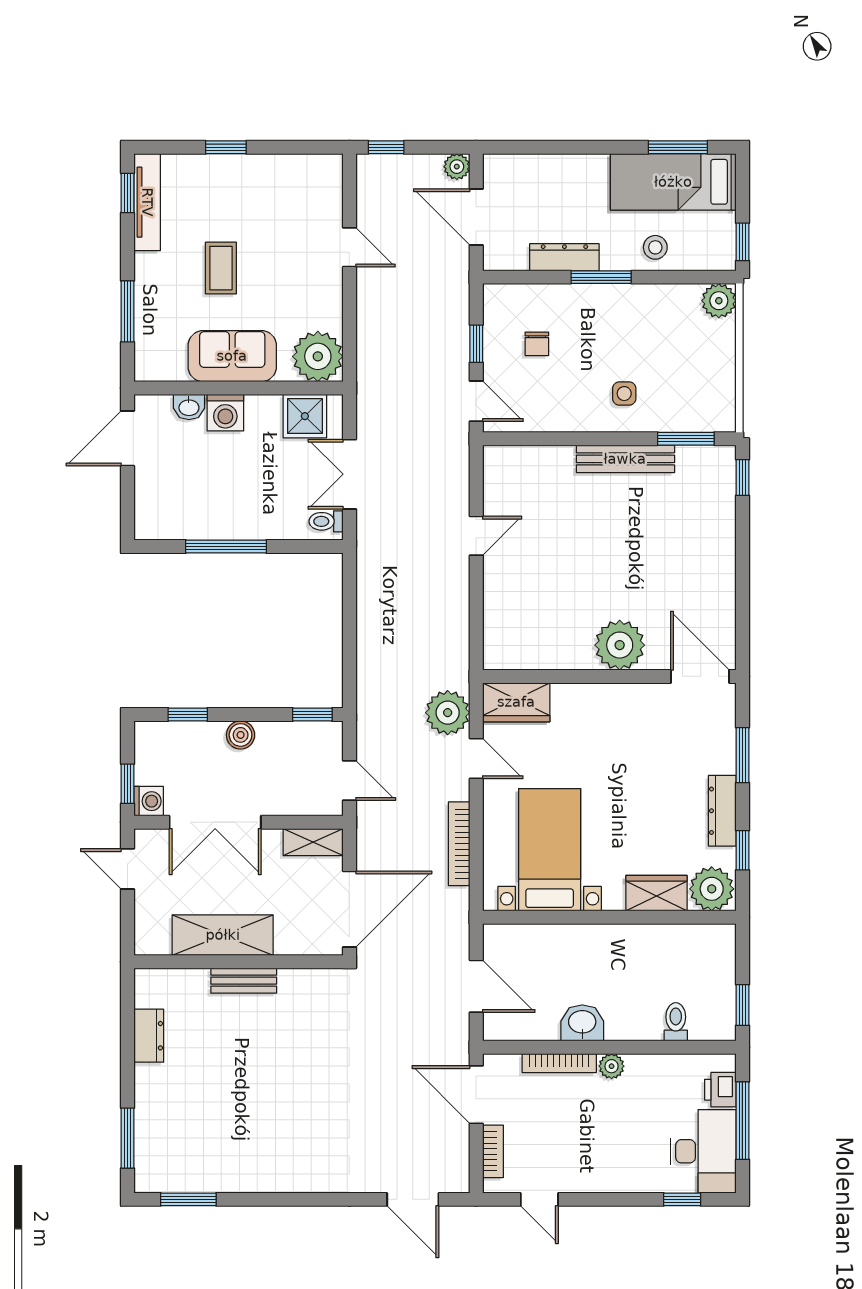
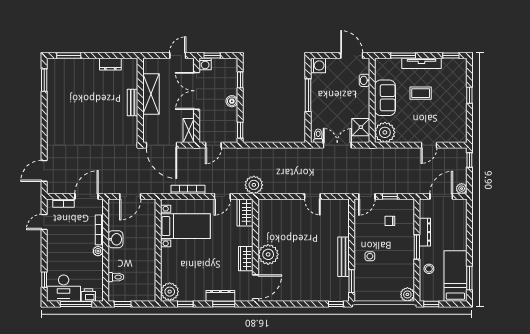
tv unit: (147, 202) -> (422, 63), moved
washing machine: (225, 413) -> (318, 65), moved, turned 180
plant: (448, 713) -> (254, 185), moved
dresser: (722, 811) -> (220, 296), moved
wardrobe: (656, 893) -> (246, 259), moved, turned 180

